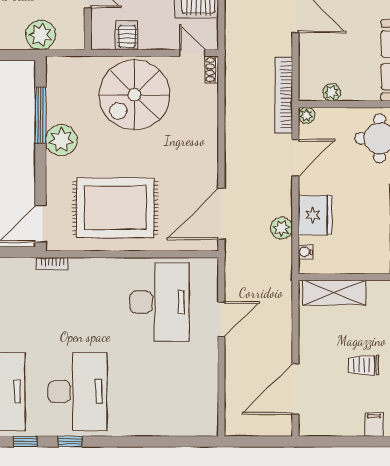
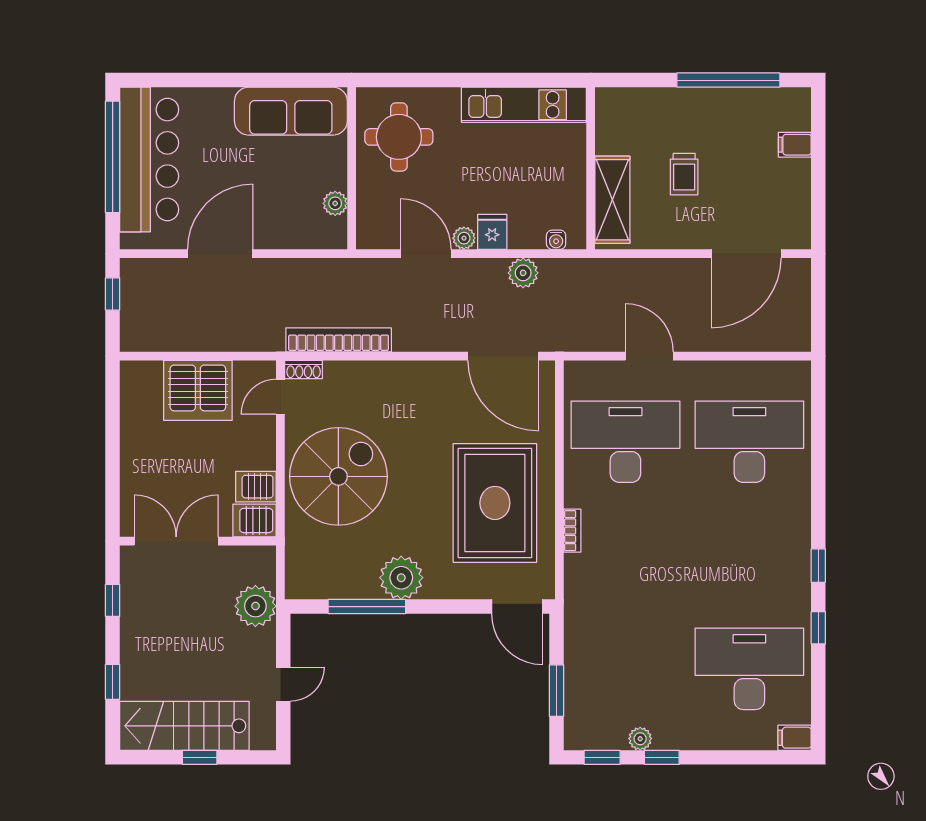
server rack: (103, 34) -> (255, 520), added
spiral stairs: (134, 95) -> (338, 476), turned -90
bookcase: (284, 95) -> (339, 340), moved, turned 180
plant: (307, 115) -> (464, 238), moved
fridge: (315, 215) -> (492, 232), width x0.53, depth x0.75
bookcase: (52, 264) -> (572, 531), moved
trolley: (363, 365) -> (684, 174), moved
door: (295, 389) -> (746, 254), hinge flipped
desk: (77, 392) -> (749, 442), moved

